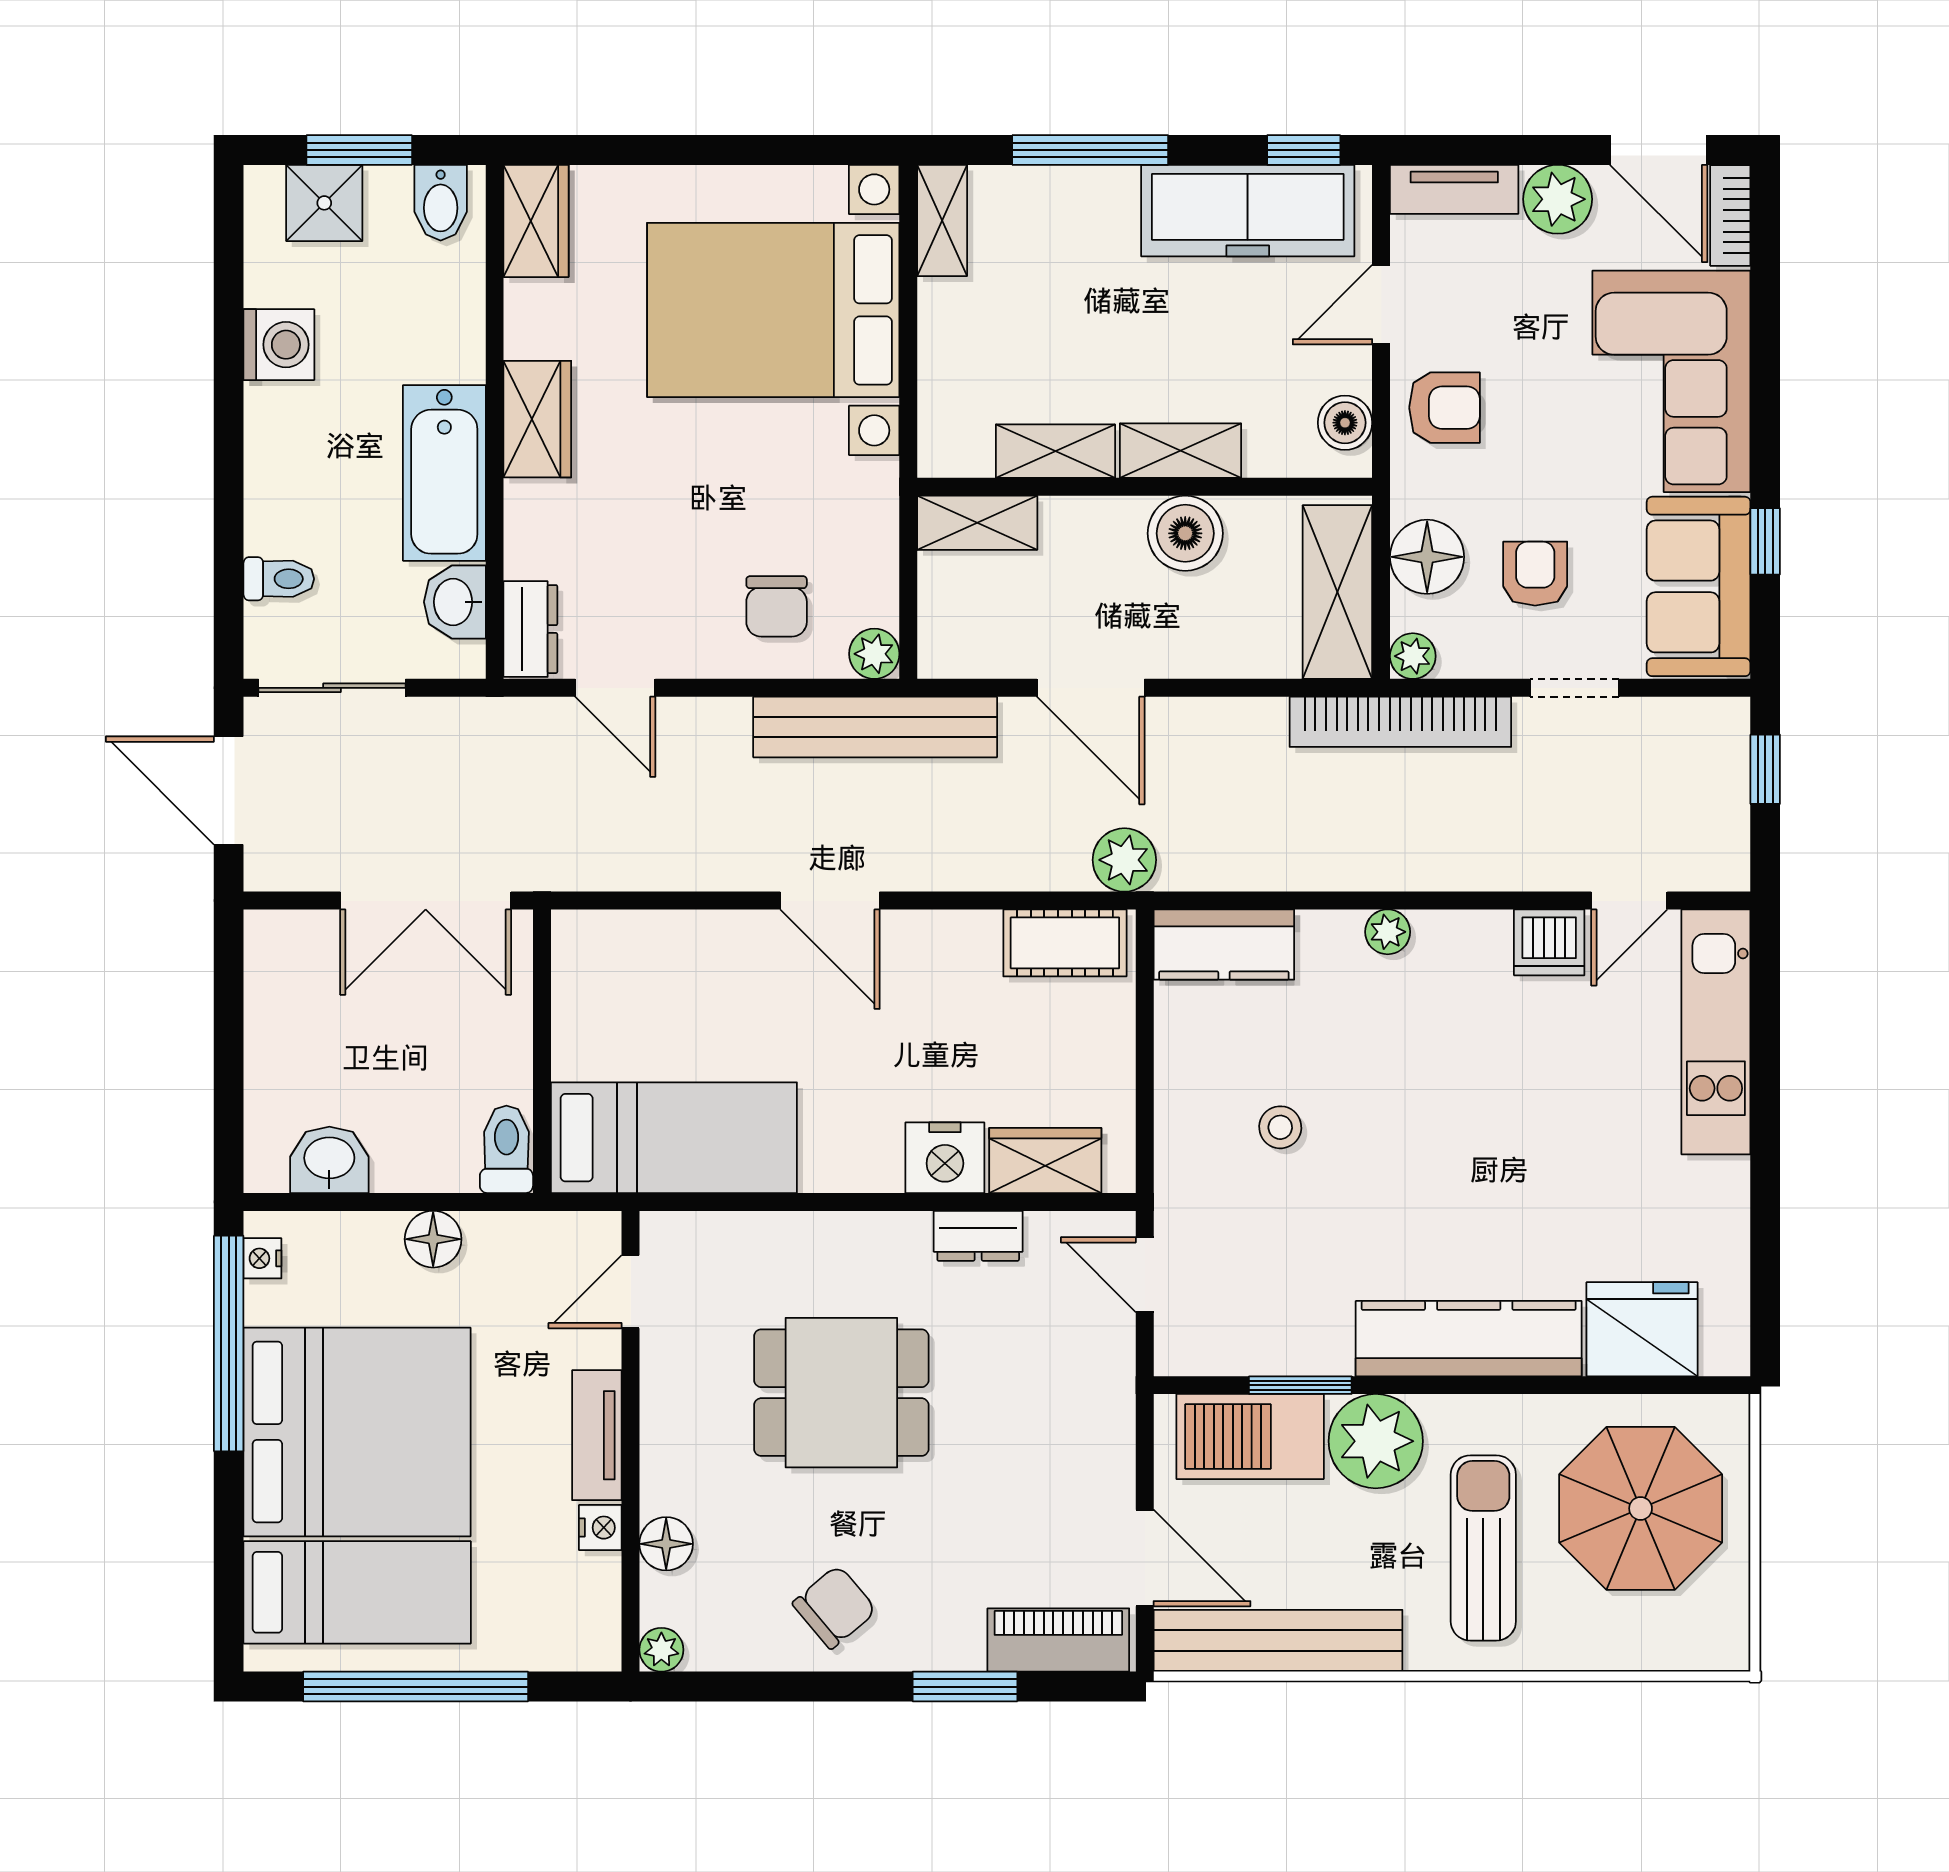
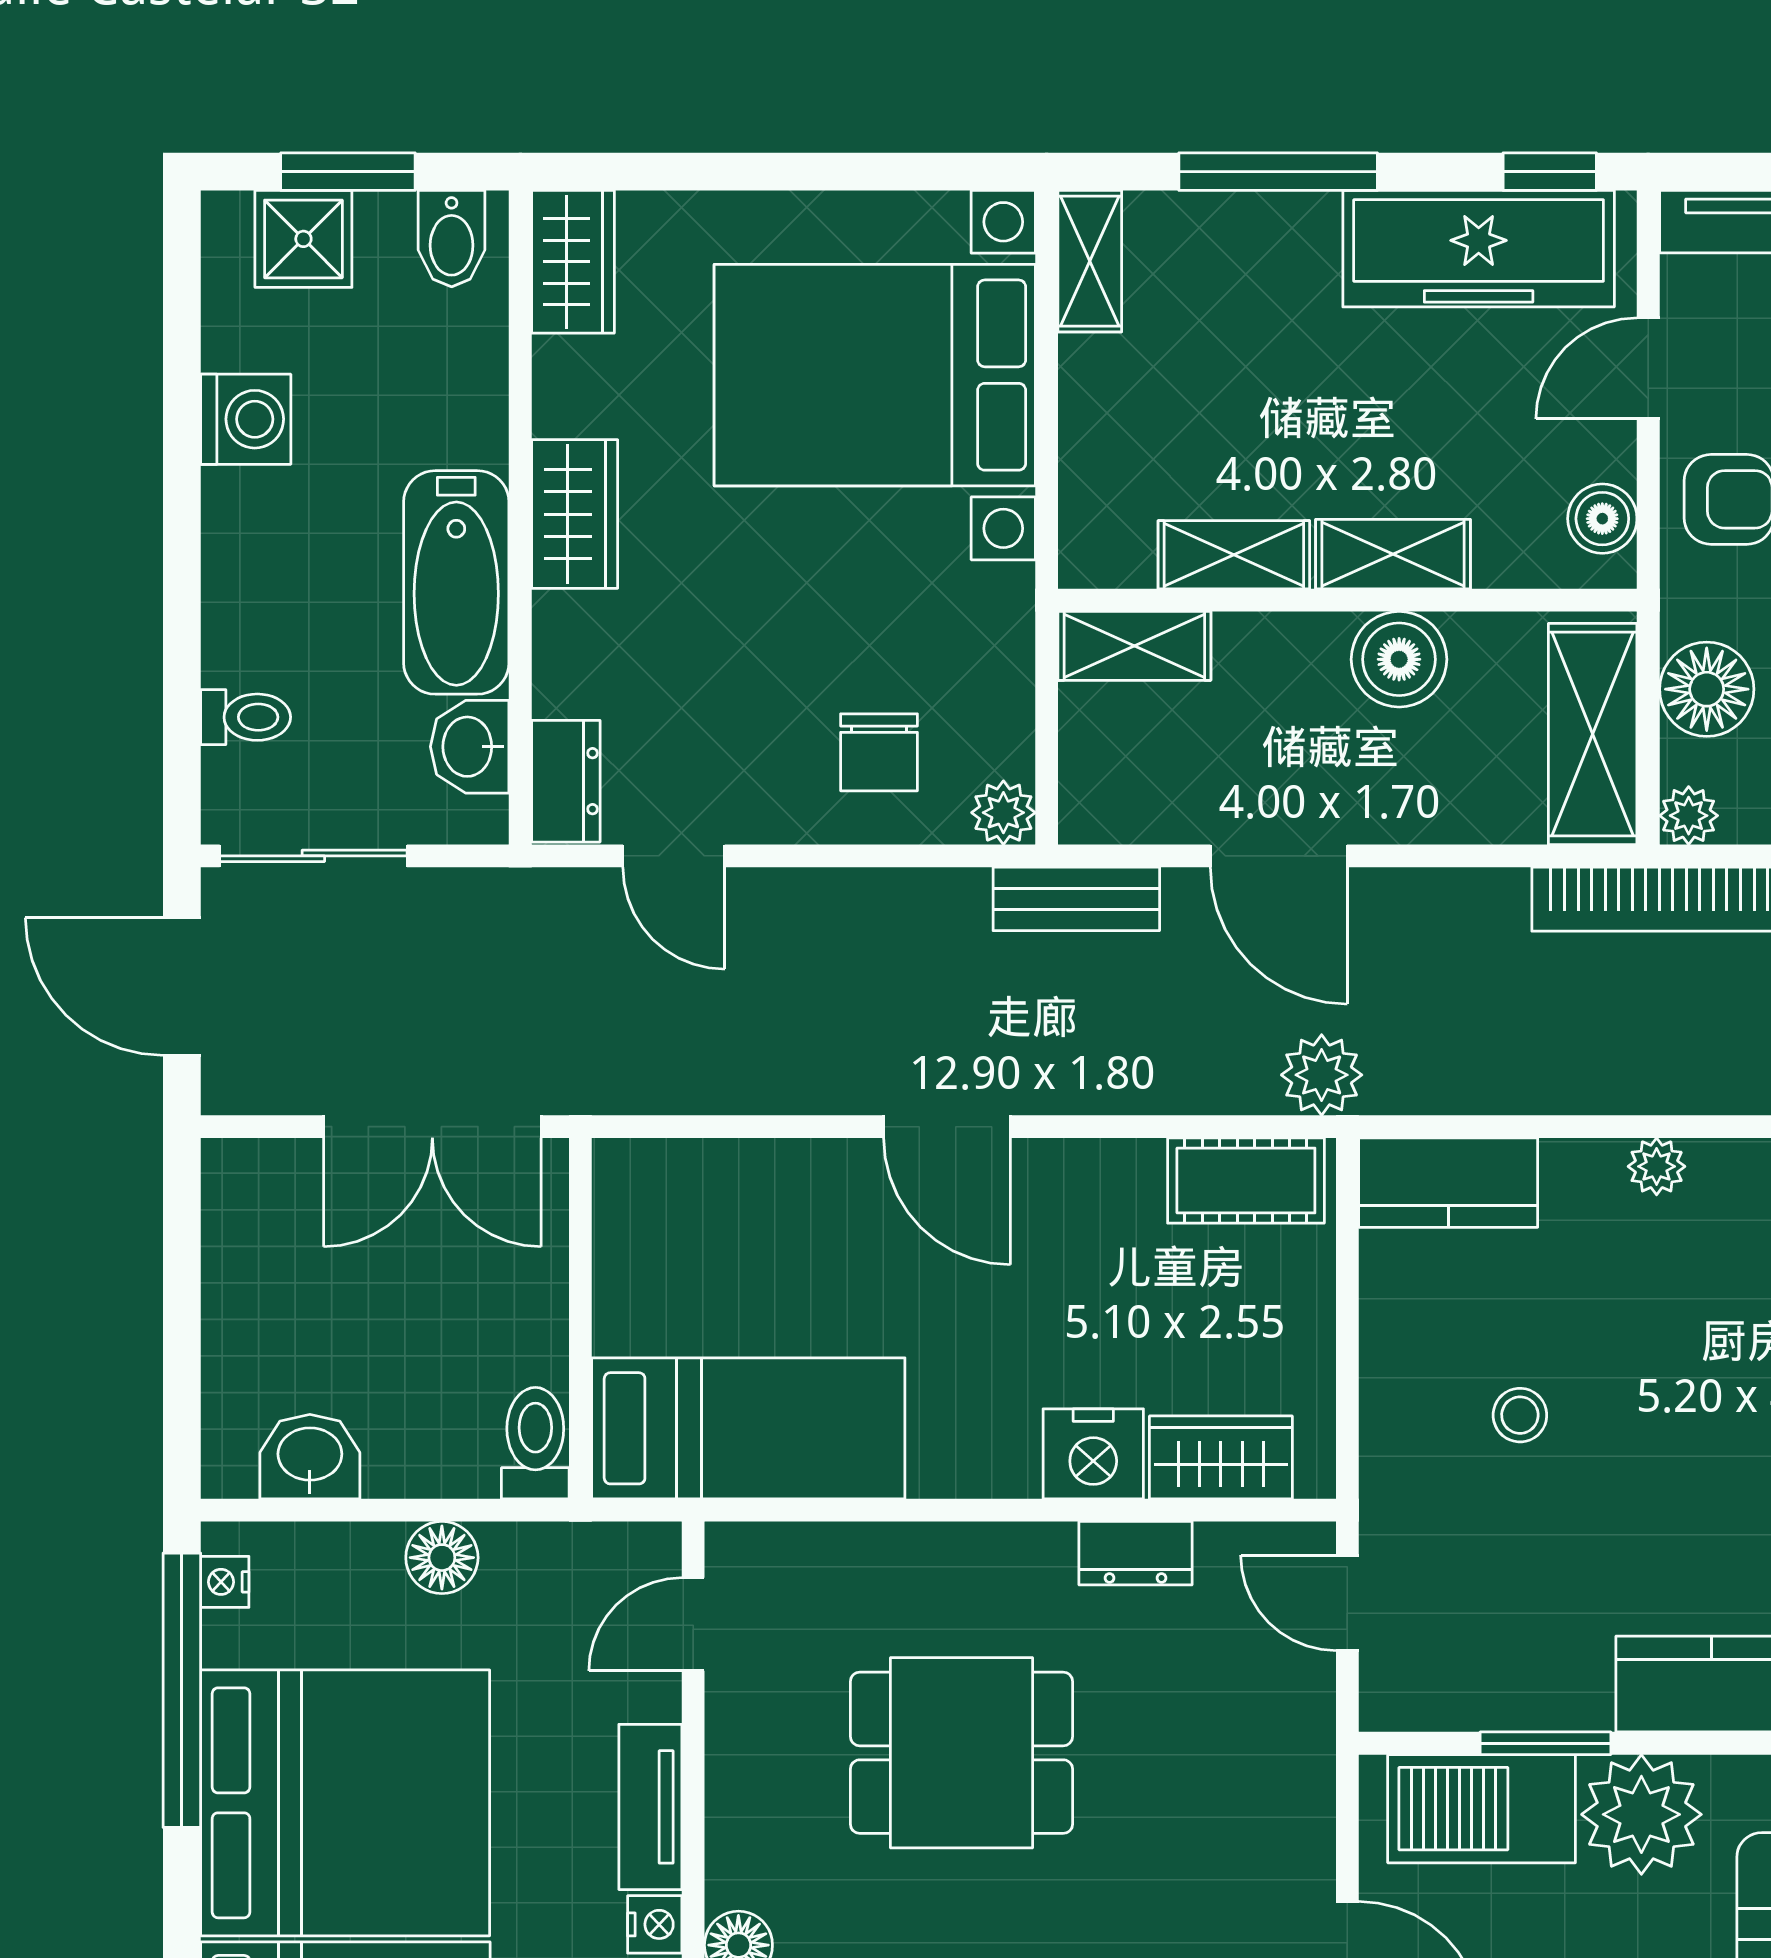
bench: (875, 727) -> (1076, 899), width x0.54, depth x0.82

